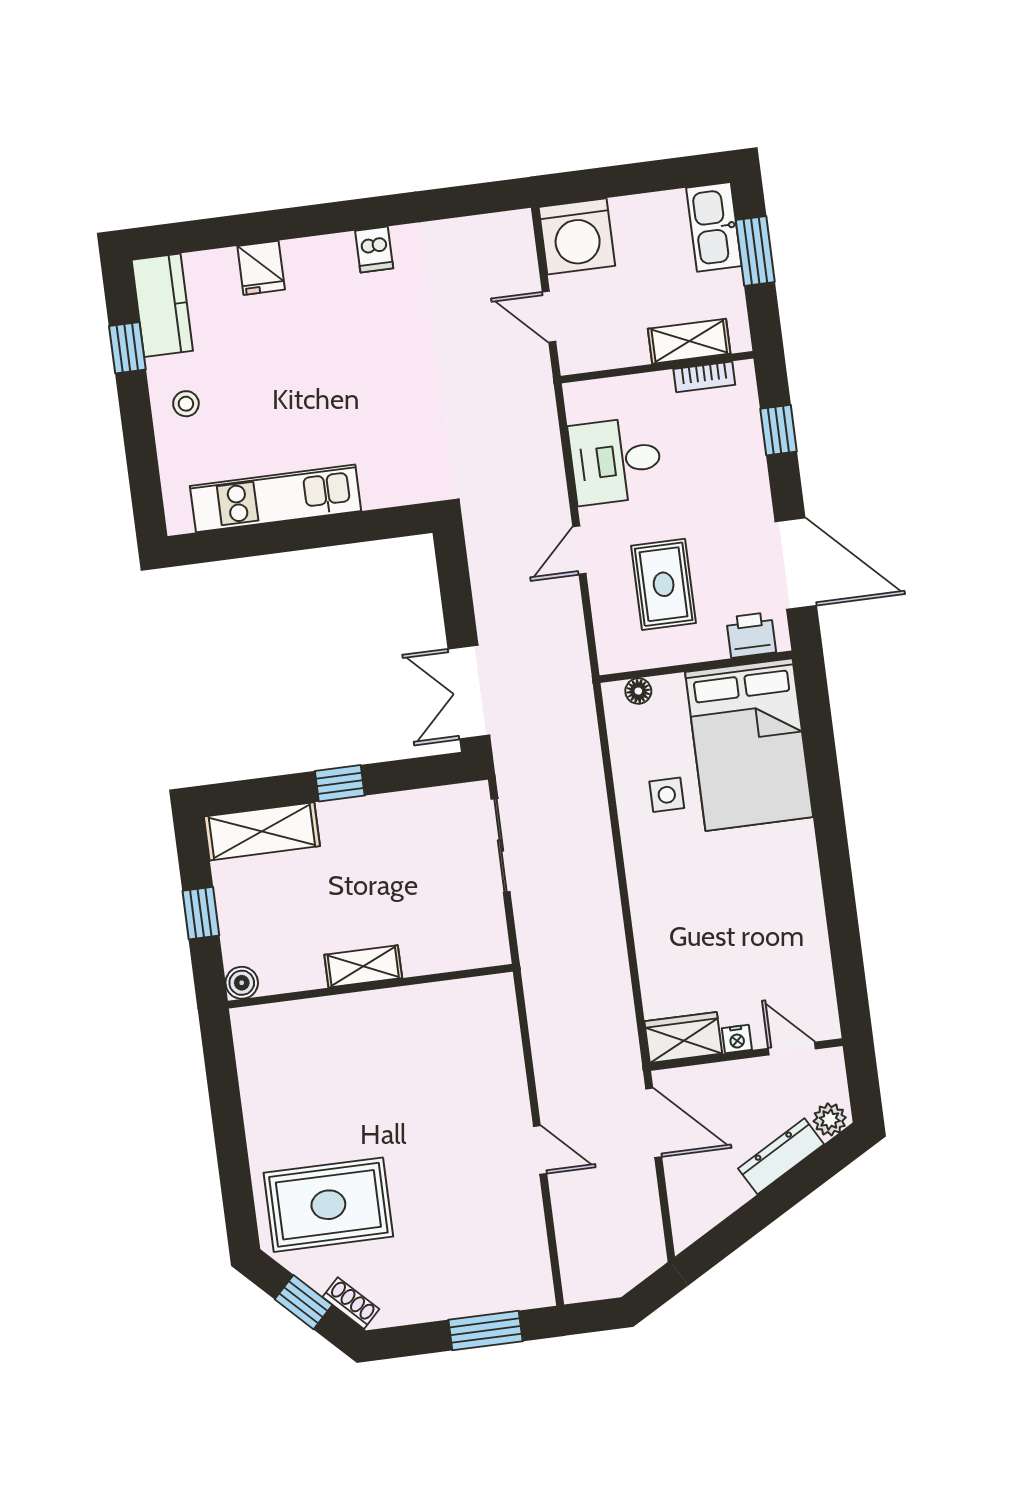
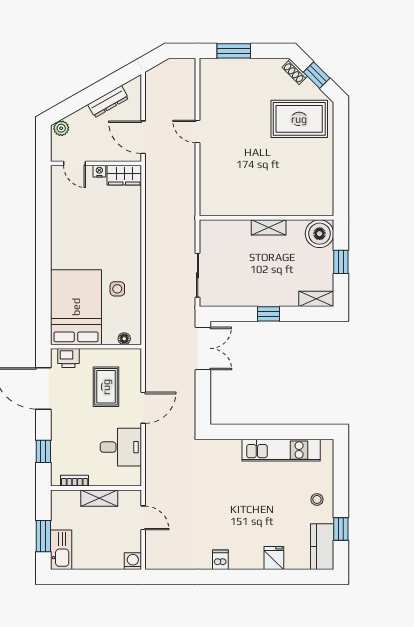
washing machine: (577, 236) -> (133, 561), width x0.53, depth x0.53
shelving: (689, 341) -> (99, 498), moved
door: (579, 550) -> (143, 408), width x1.38
shelving: (262, 831) -> (316, 299), width x0.67, depth x0.75
boiler: (242, 983) -> (320, 234), width x1.86, depth x1.86
dresser: (781, 1156) -> (108, 101), moved

